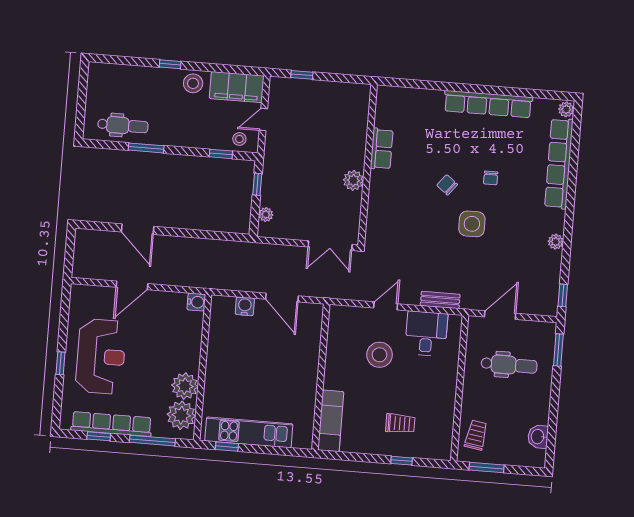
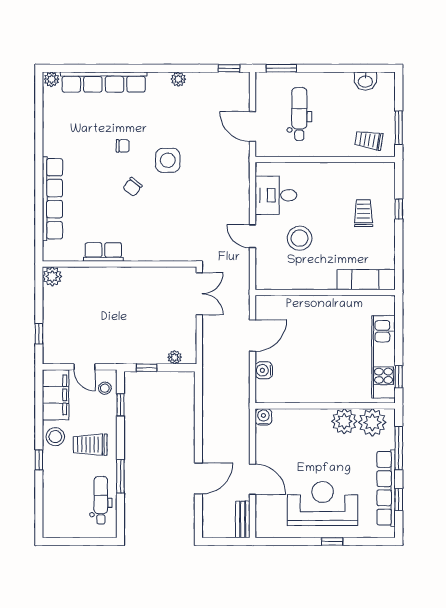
row of seats: (488, 104) -> (52, 199), moved
trolley: (182, 119) -> (90, 445), added
plant: (353, 180) -> (52, 277), moved
bench: (440, 300) -> (243, 519), moved

